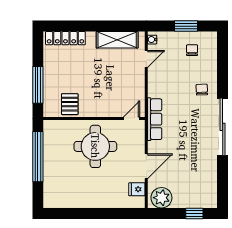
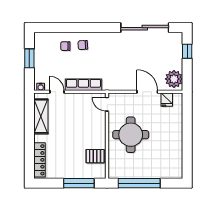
chair: (192, 50) -> (65, 46), moved
row of seats: (155, 119) -> (83, 85), moved
sliding door: (223, 127) -> (145, 28), moved

